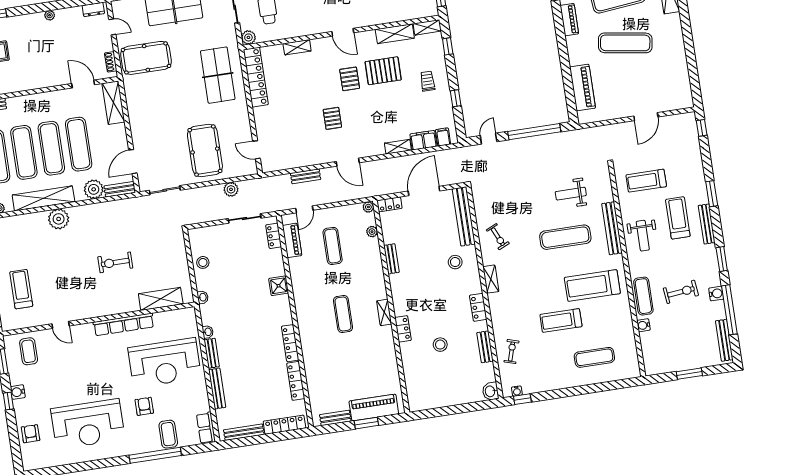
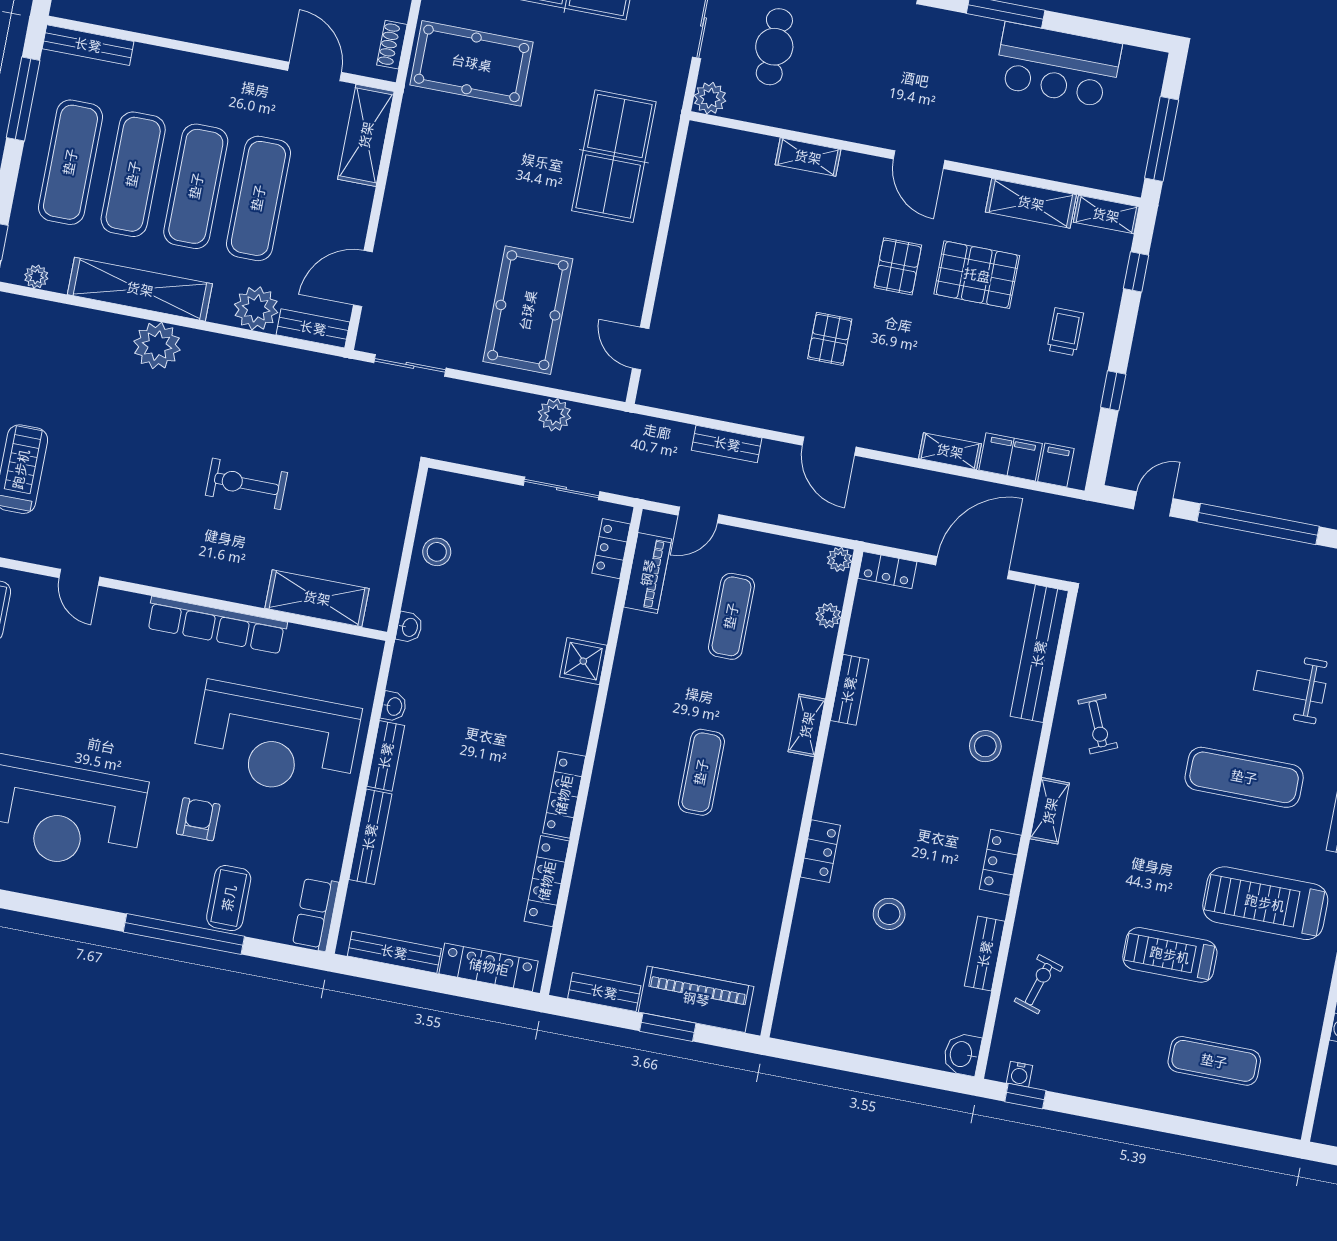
locker: (256, 77) -> (695, 190), removed
shelving: (384, 312) -> (807, 725), moved

